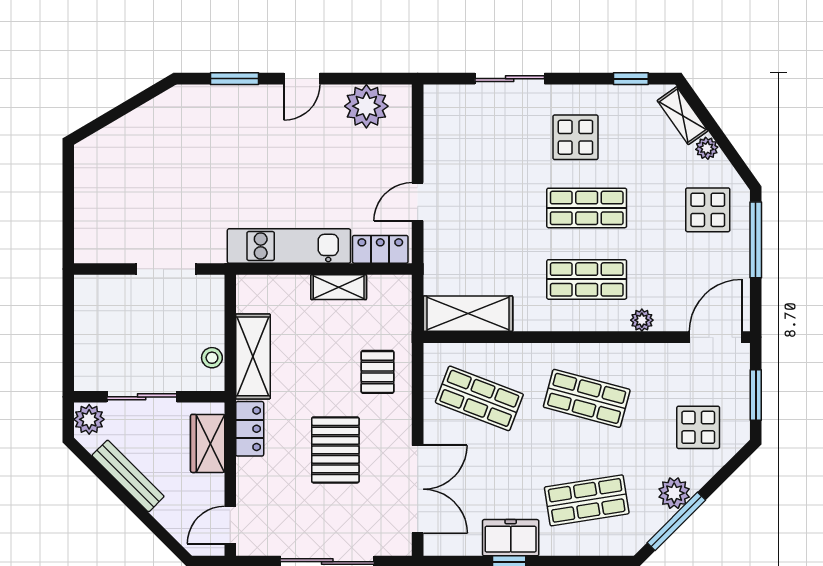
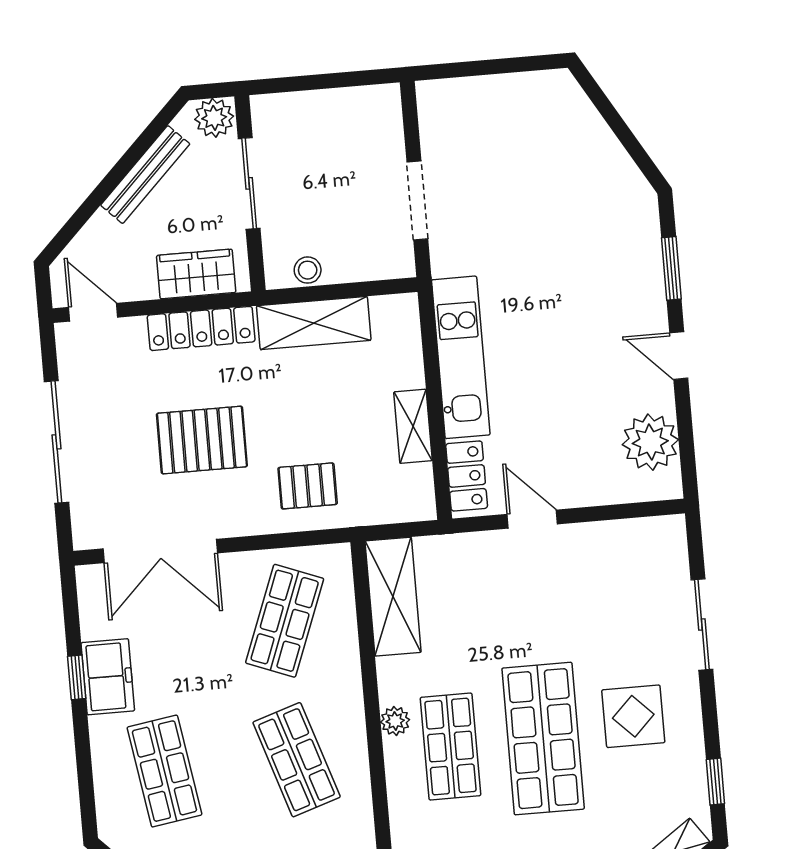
shop shelf: (587, 208) -> (543, 739), width x1.43, depth x1.36
plant: (642, 320) -> (395, 721), moved
shop shelf: (587, 398) -> (297, 760), turned -33
locker: (250, 429) -> (201, 328), width x1.53

